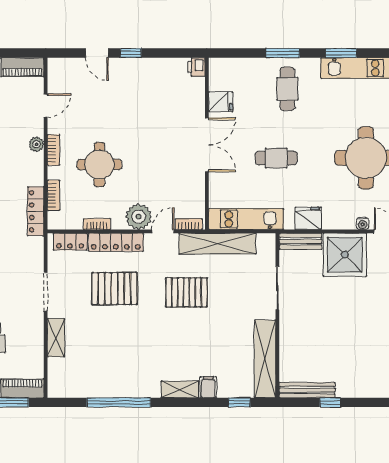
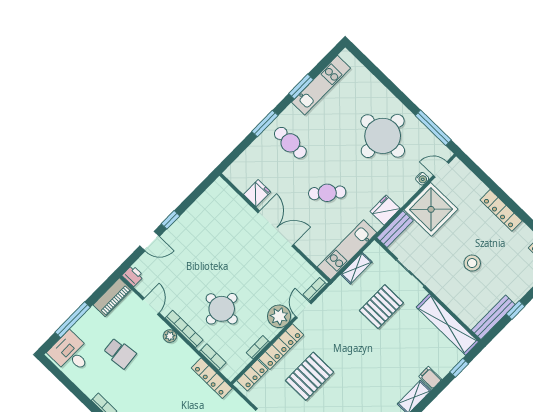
printer: (196, 67) -> (133, 276), moved, turned 180
bookcase: (54, 150) -> (184, 329), width x1.56
cafe table: (276, 158) -> (327, 193), turned 42
shelving: (218, 244) -> (356, 268), width x0.45, depth x0.75
pallet: (186, 292) -> (381, 307), moved
stool: (334, 330) -> (472, 263), added

